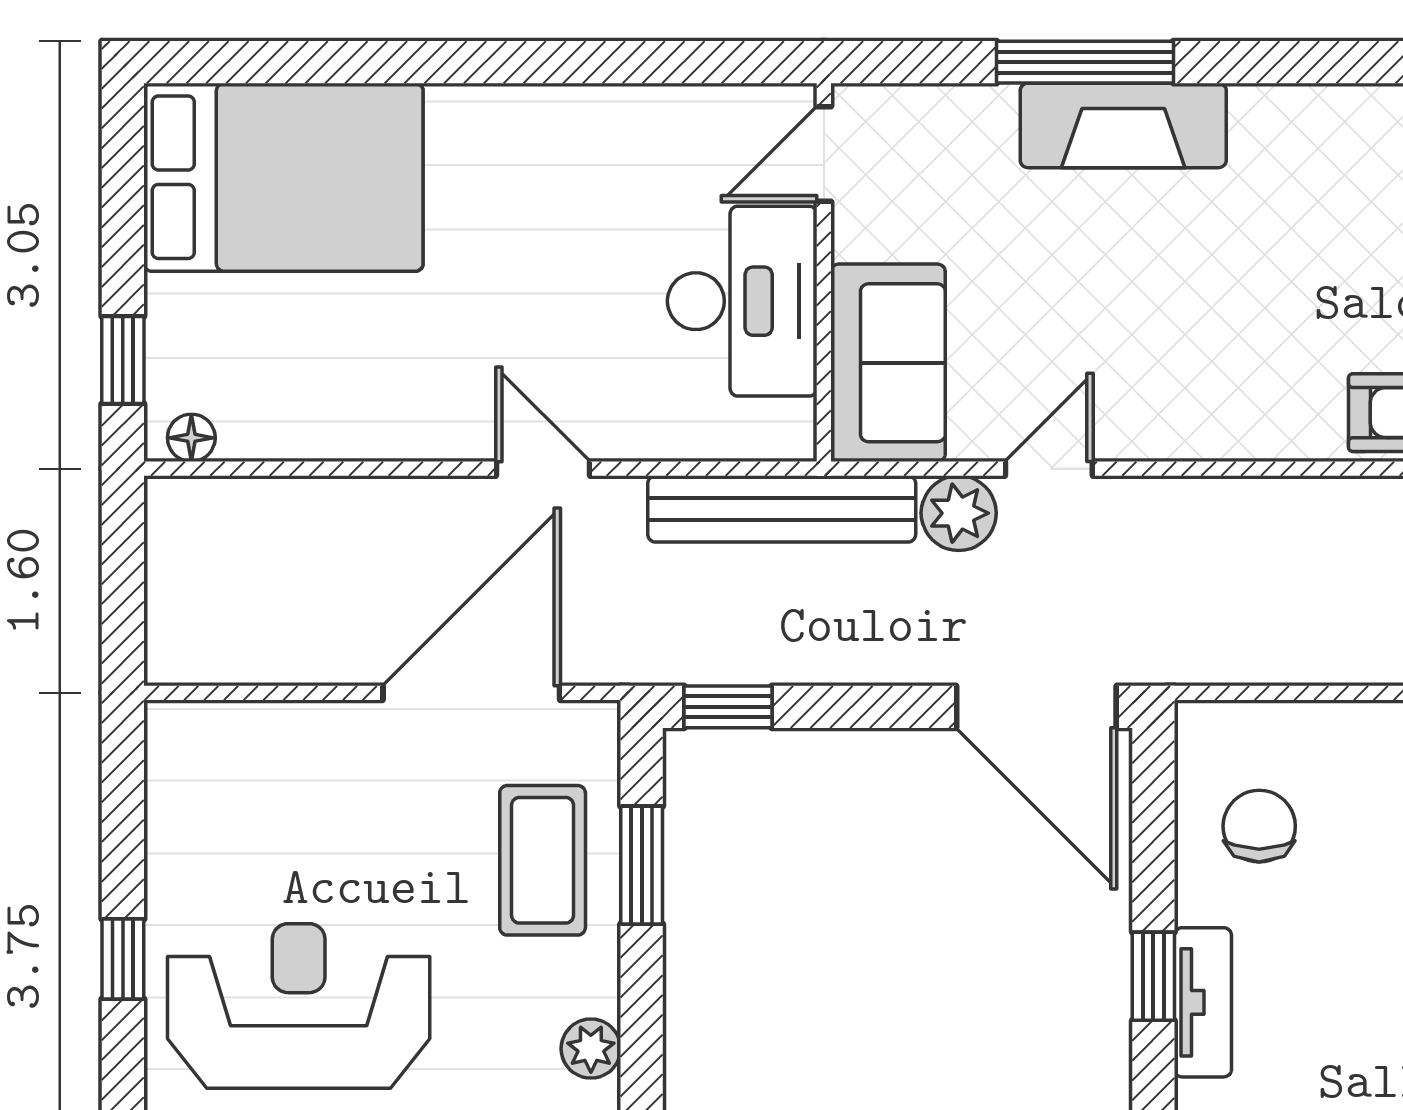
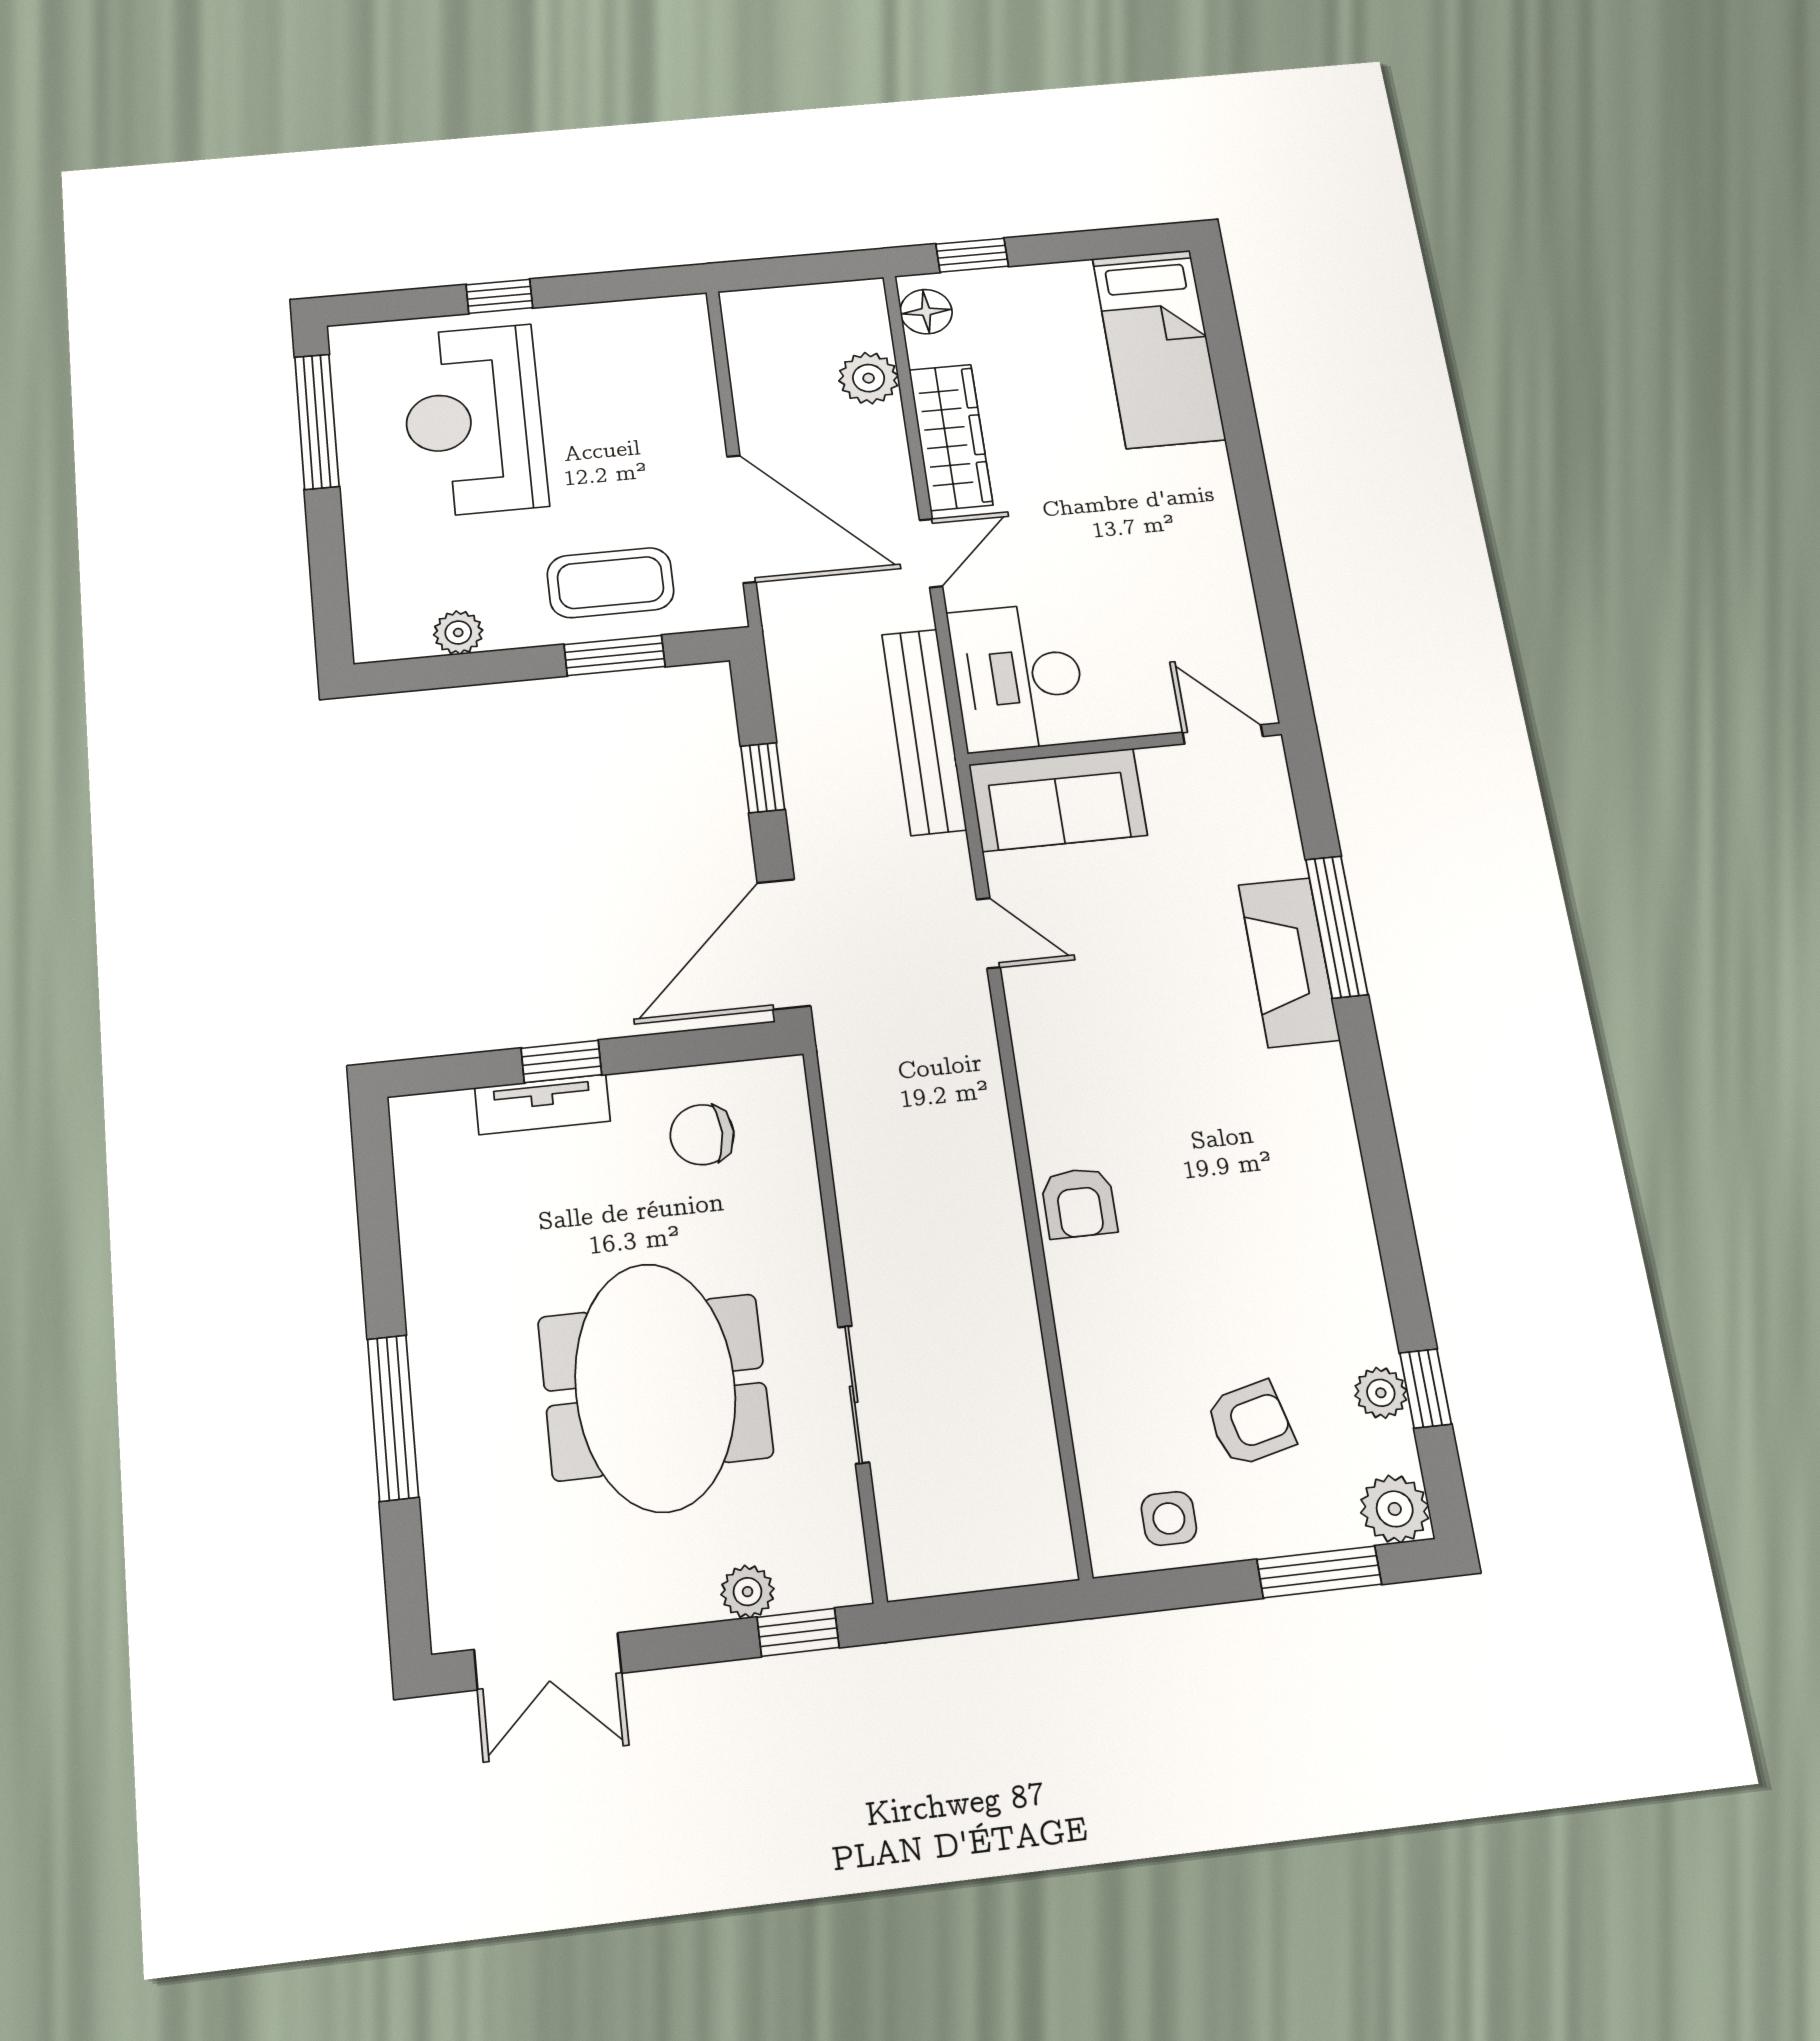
bed: (283, 177) -> (1158, 348), width x0.67
desk: (742, 301) -> (1018, 677), moved, turned 90
wardrobe: (384, 423) -> (951, 437), added
floor lamp: (191, 438) -> (926, 312), width x1.37, depth x1.37
plant: (959, 513) -> (869, 378), moved
window: (728, 707) -> (763, 778), moved
chair: (1259, 826) -> (702, 1135), turned 180
reception desk: (299, 1006) -> (474, 420), turned 180

